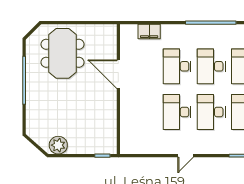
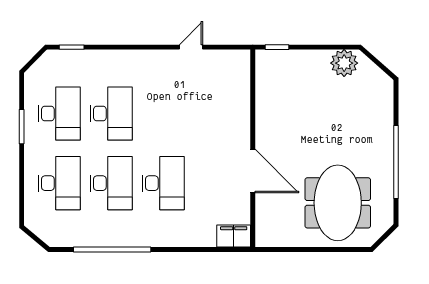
filing cabinet: (149, 32) -> (234, 236), moved
desk: (177, 112) -> (163, 113), removed
door: (186, 156) -> (191, 47), moved

